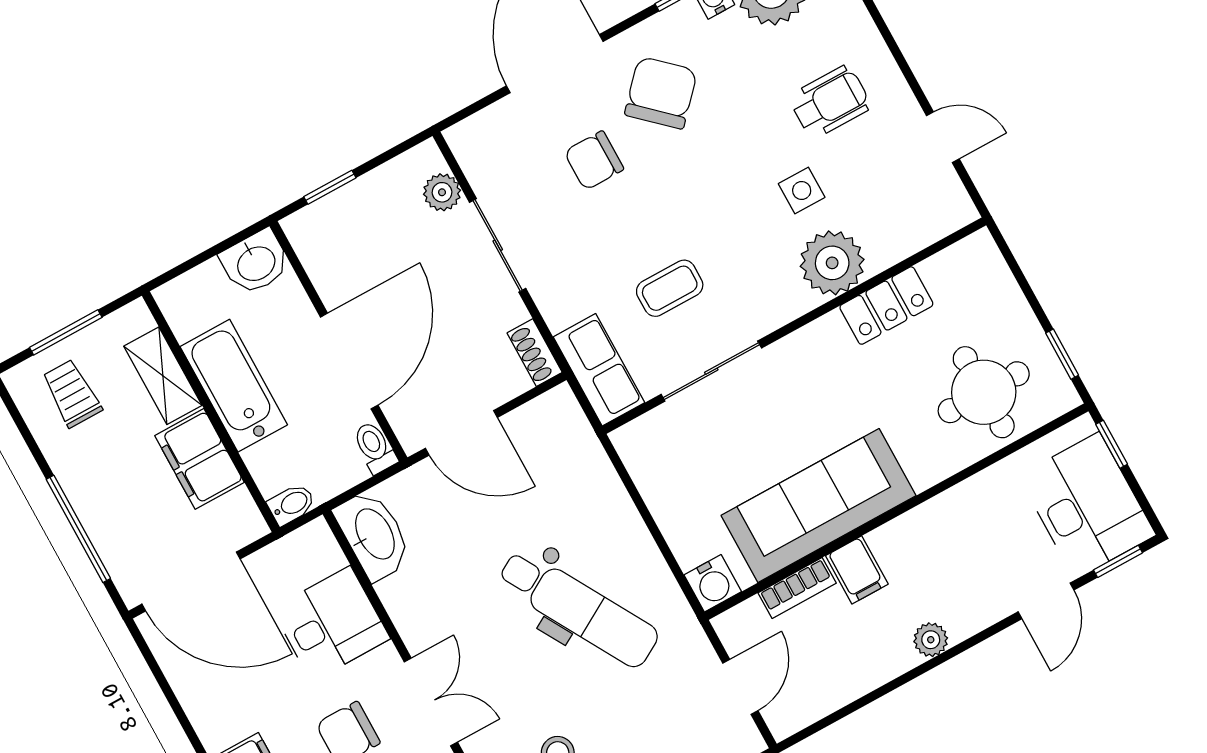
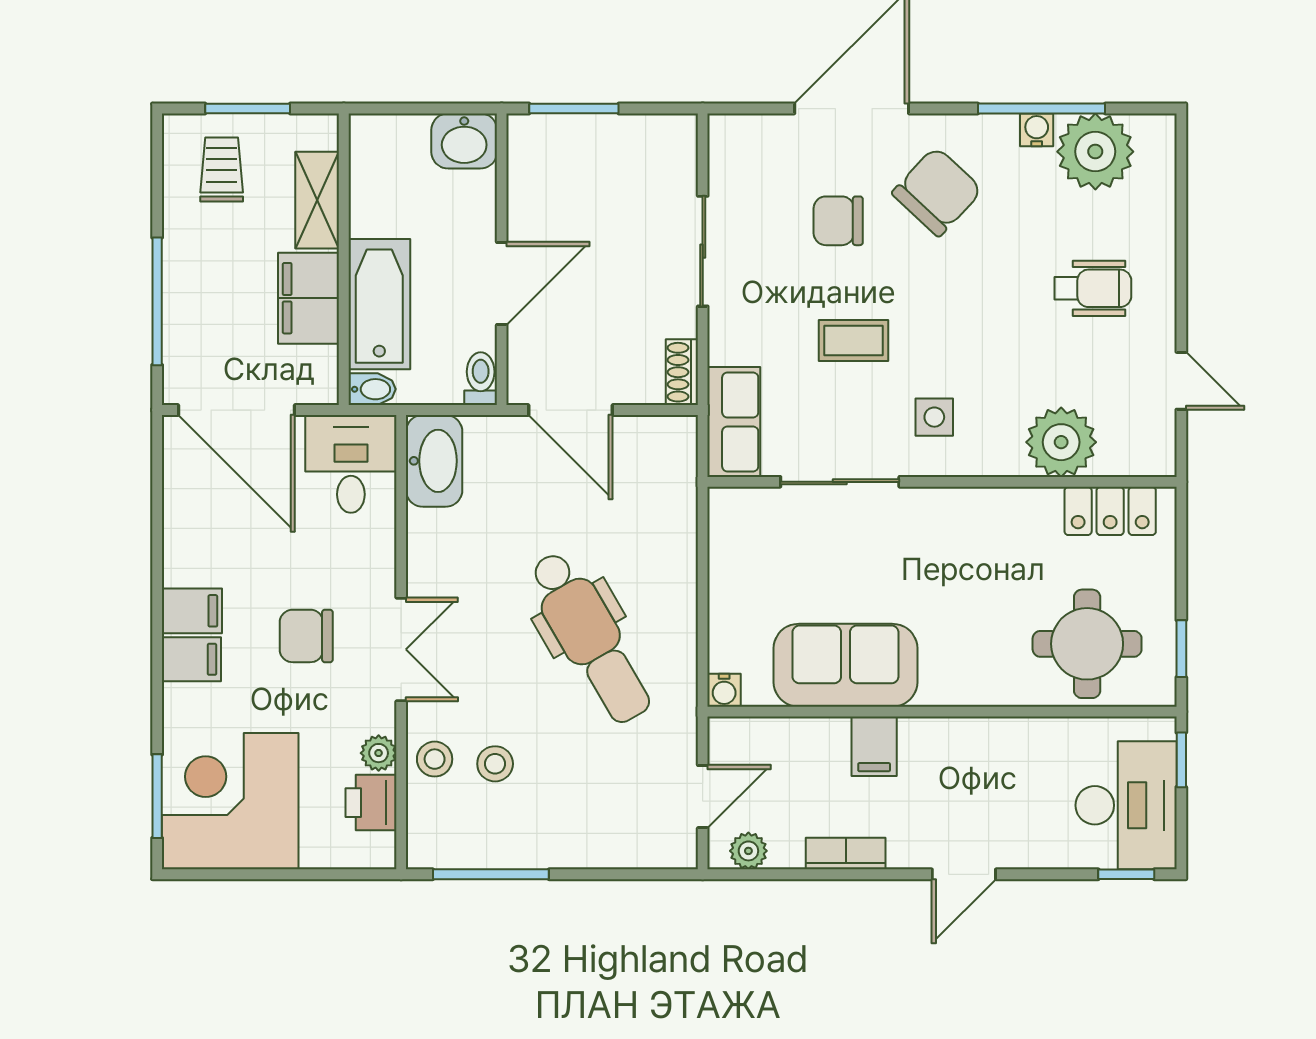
window: (330, 187) -> (574, 109), width x1.50
side table: (802, 190) -> (934, 417), moved
plant: (442, 192) -> (678, 172), removed
plant: (832, 263) -> (1061, 442), moved
coffee table: (670, 288) -> (853, 341), moved
locker: (886, 306) -> (1110, 511), moved
door: (349, 361) -> (502, 283), width x0.73
bathtub: (234, 386) -> (379, 304), moved
sofa: (819, 506) -> (845, 665), width x0.73
water cooler: (713, 583) -> (724, 690), width x0.72, depth x0.72
bookcase: (797, 588) -> (846, 854), moved, turned 180
door: (1046, 601) -> (964, 874), moved
desk: (331, 624) -> (351, 464), moved, turned -90
plant: (931, 640) -> (748, 851), moved

